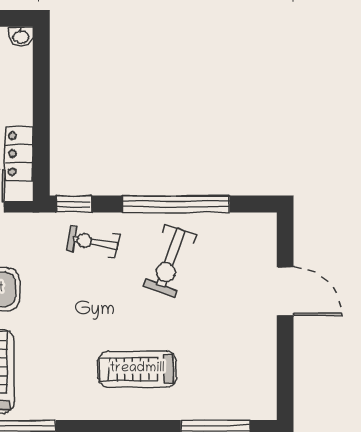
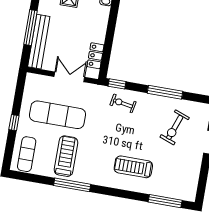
window: (176, 204) -> (165, 92), width x0.68
exercise bike: (170, 261) -> (175, 127), moved

